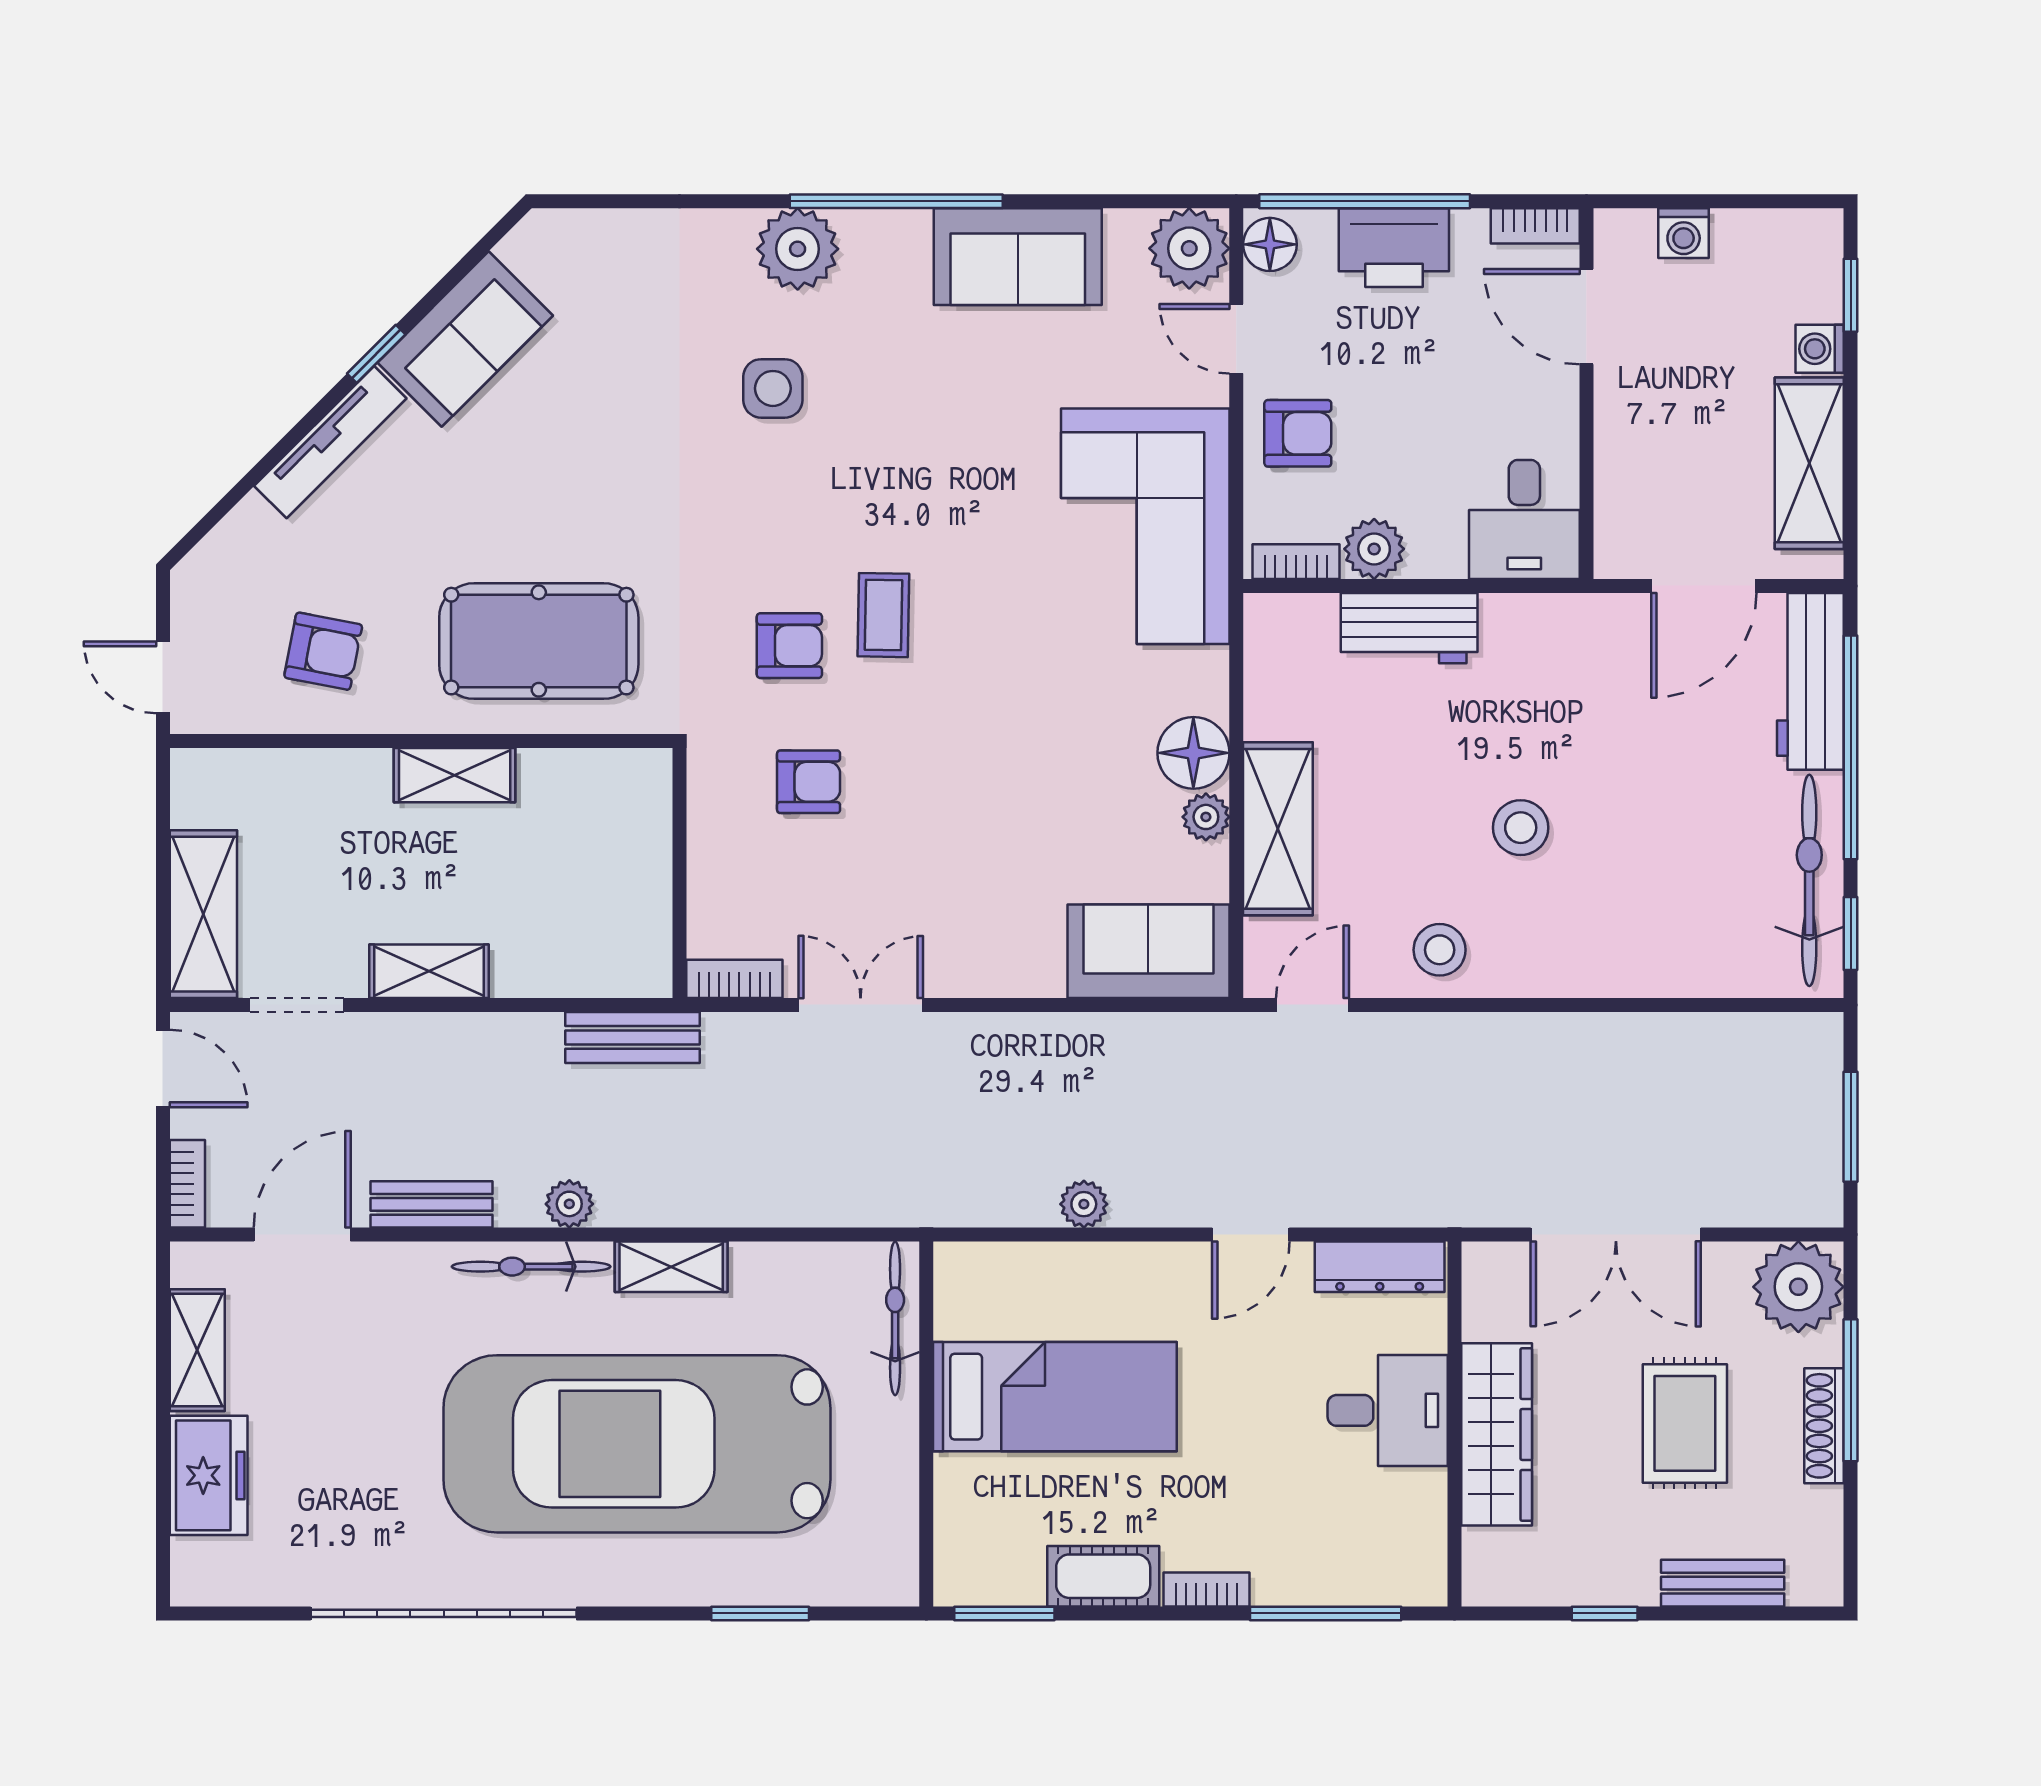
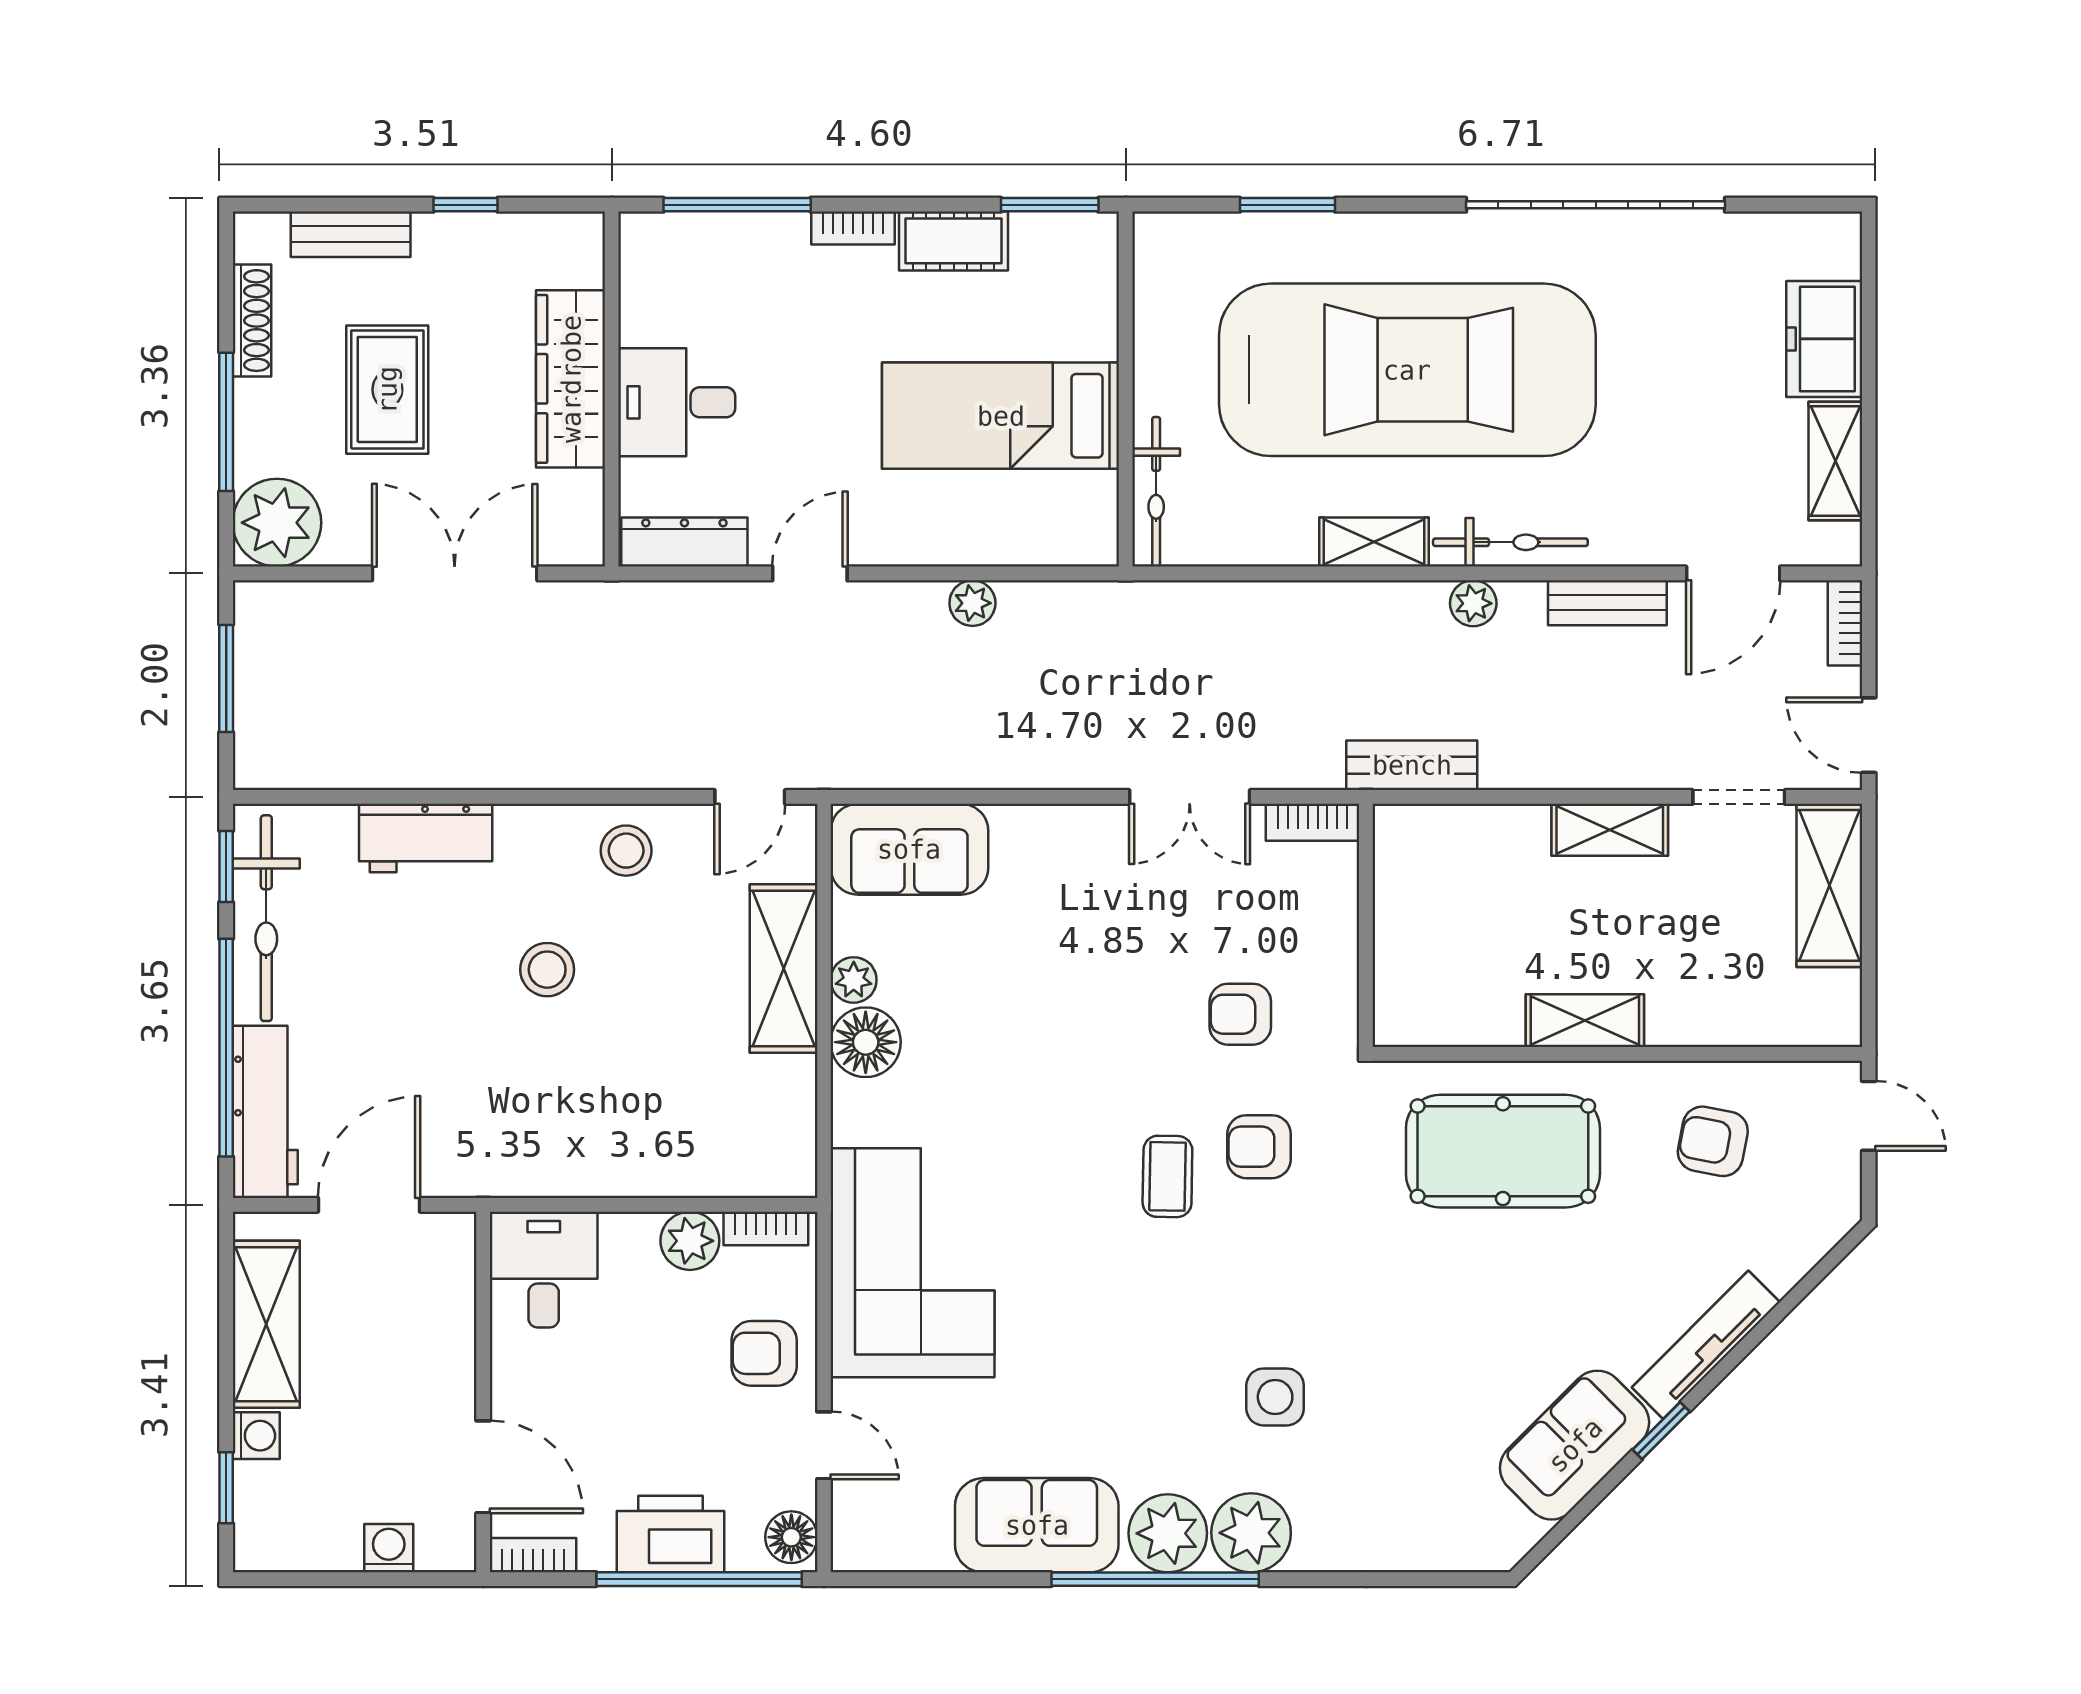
plant: (1189, 248) -> (1168, 1533), moved
workbench: (1409, 628) -> (426, 838), moved, turned 180
shoe rack: (1824, 1426) -> (252, 321), moved

